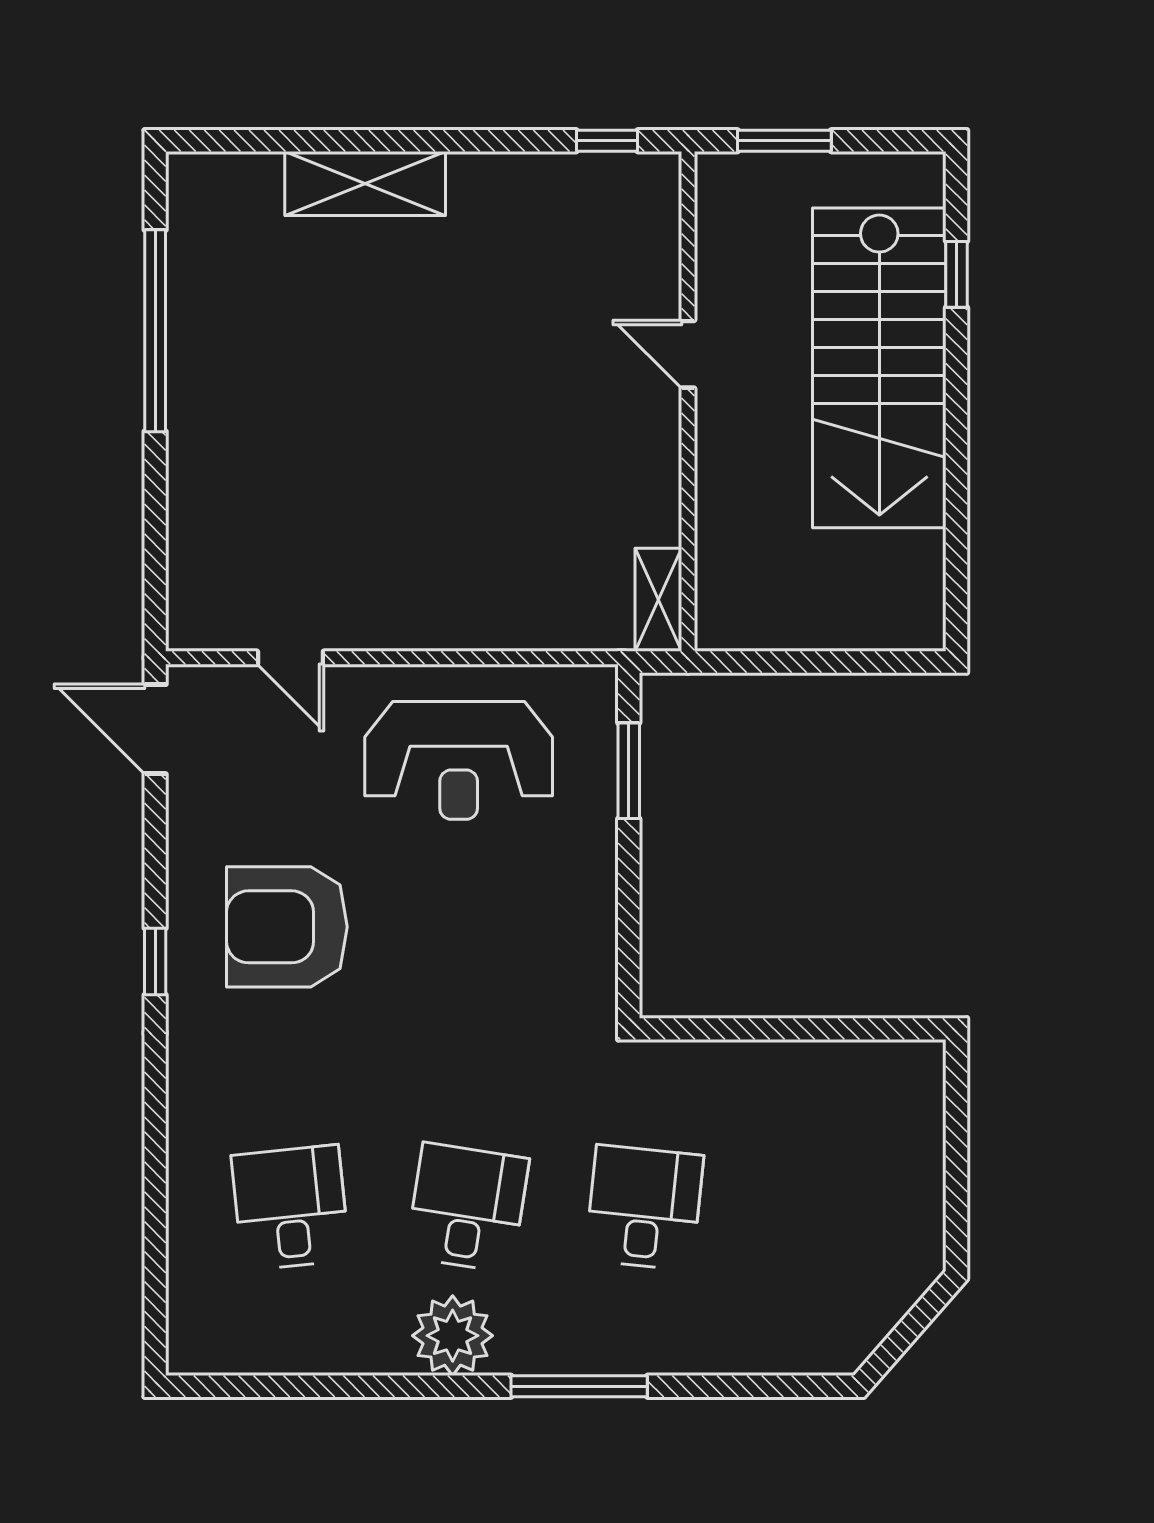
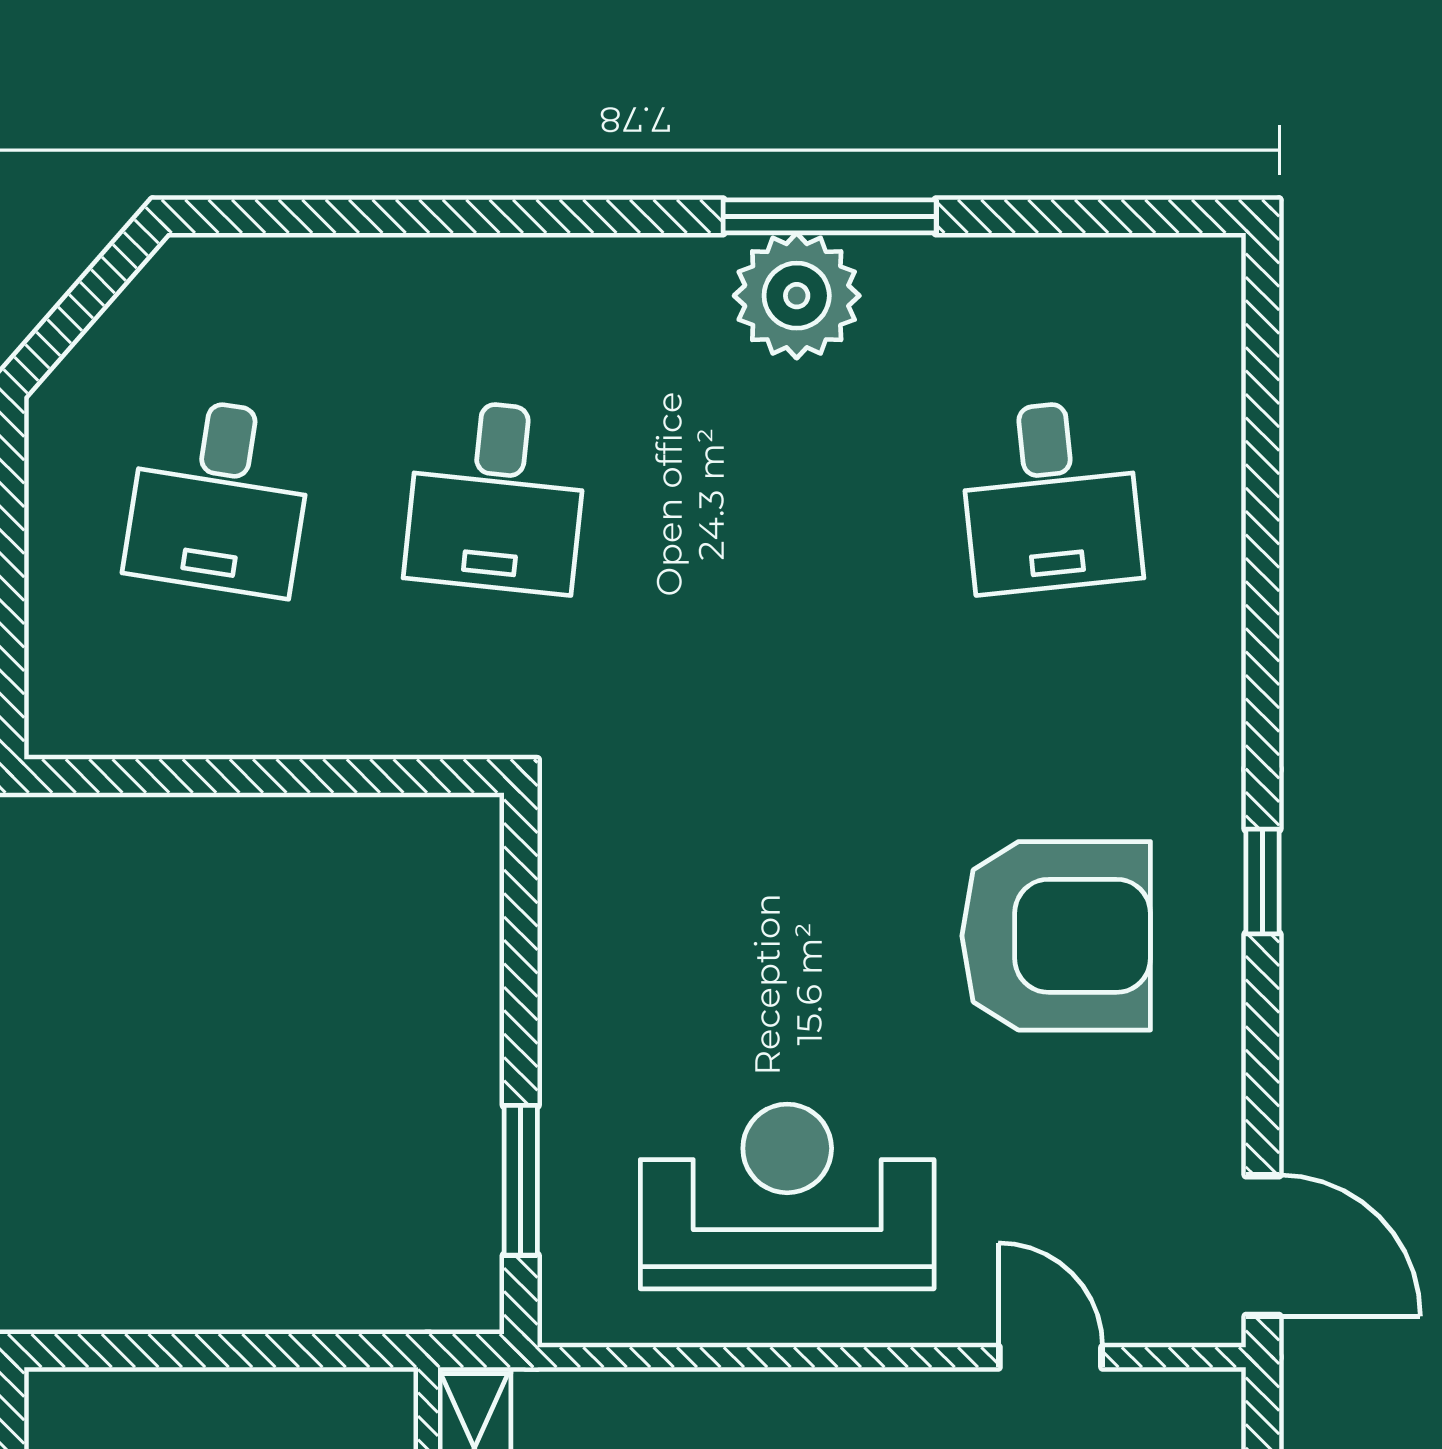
desk: (467, 1208) -> (220, 496), moved
window: (579, 1386) -> (830, 216), moved

